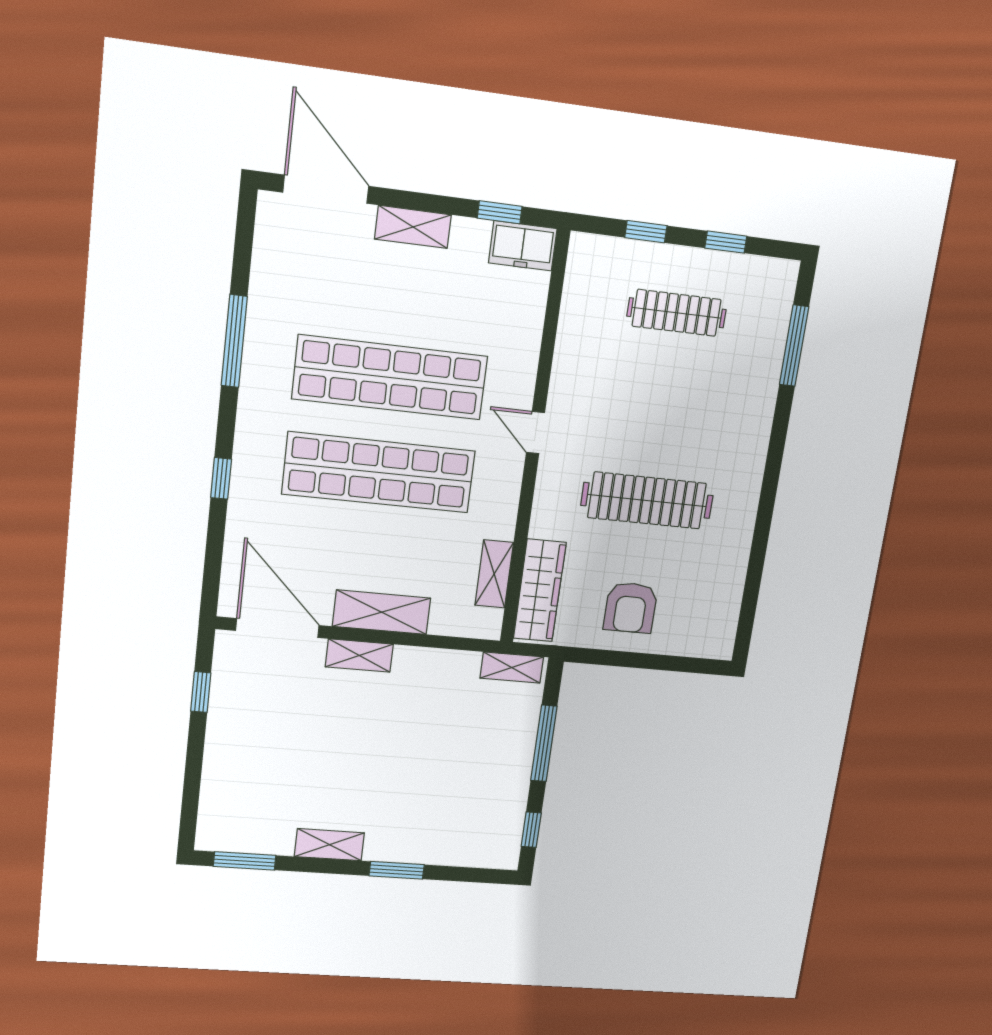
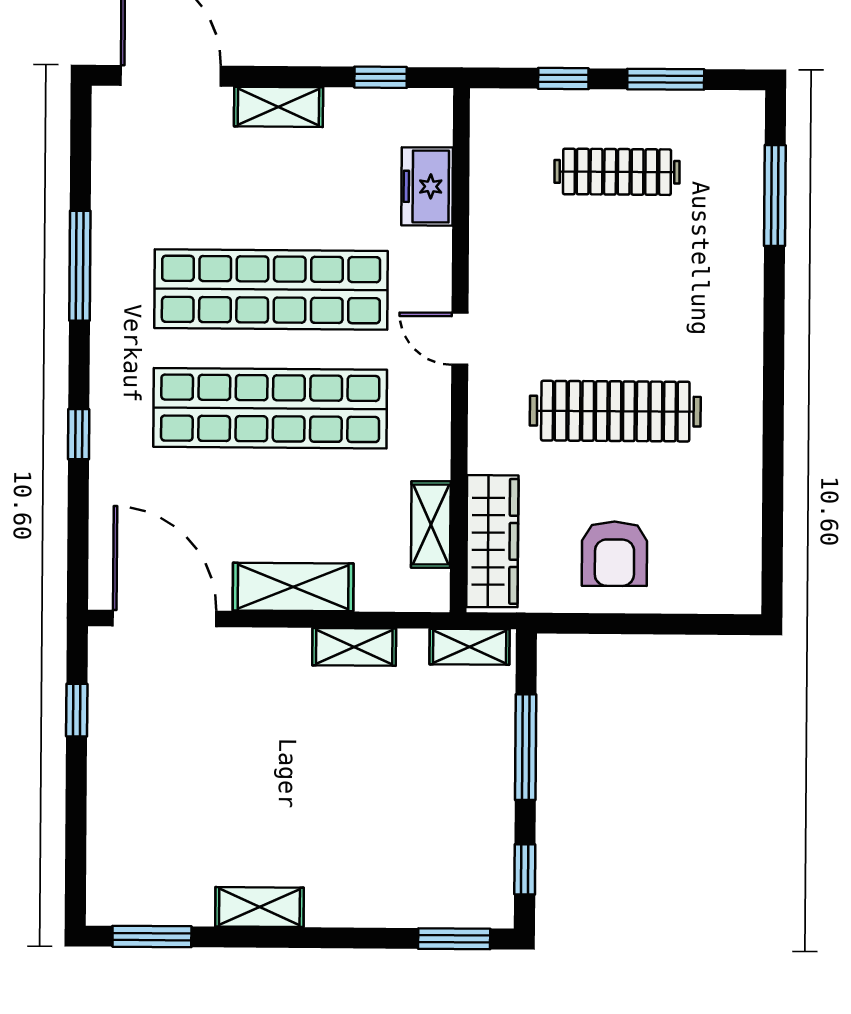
window: (726, 242) -> (666, 79), width x1.50
freezer: (523, 246) -> (427, 186), moved, turned 90
shelving: (359, 655) -> (354, 647), moved
window: (397, 870) -> (454, 939), moved

